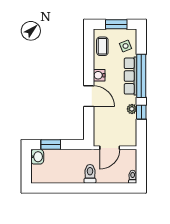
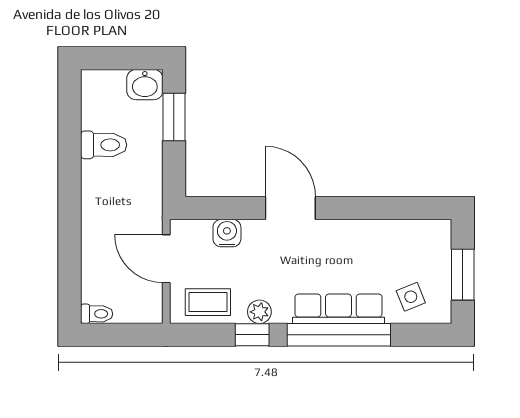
coffee table: (102, 46) -> (208, 302), moved
water cooler: (99, 75) -> (227, 233), moved
door: (89, 96) -> (290, 208), swing flipped
toilet: (90, 174) -> (104, 145), moved

